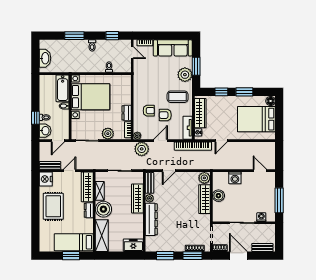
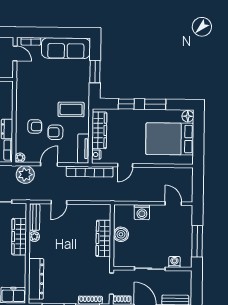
plant: (185, 75) -> (81, 82), removed
plant: (204, 178) -> (103, 212), removed
dresser: (151, 219) -> (36, 279), moved

